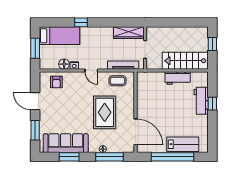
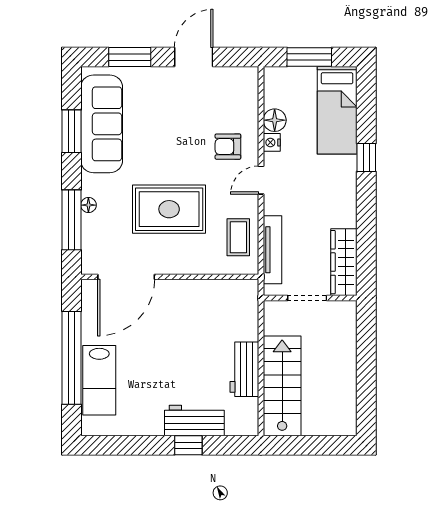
window: (212, 44) -> (319, 445), removed
armchair: (56, 82) -> (228, 147), moved

